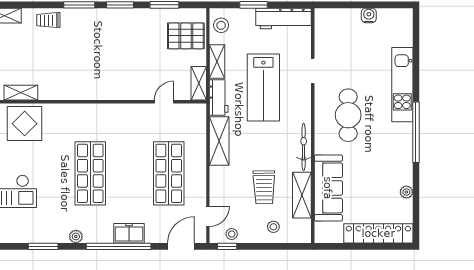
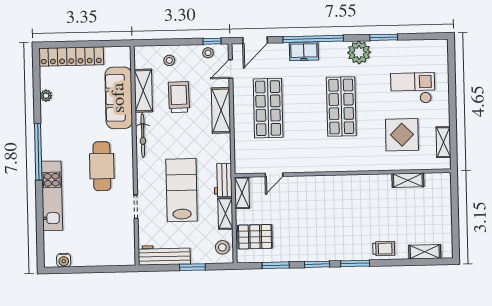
water cooler: (369, 15) -> (64, 260), moved
display table: (25, 124) -> (402, 135), moved
shelving: (219, 141) -> (221, 110), moved
plant: (76, 237) -> (359, 52), width x1.87, depth x1.87

